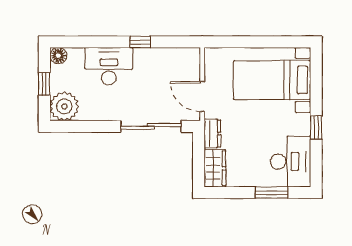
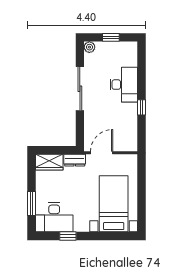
floor lamp: (58, 56) -> (131, 48), removed
plant: (64, 106) -> (89, 47), width x0.53, depth x0.53
sliding door: (151, 126) -> (80, 89), moved
window: (316, 127) -> (68, 236), moved

